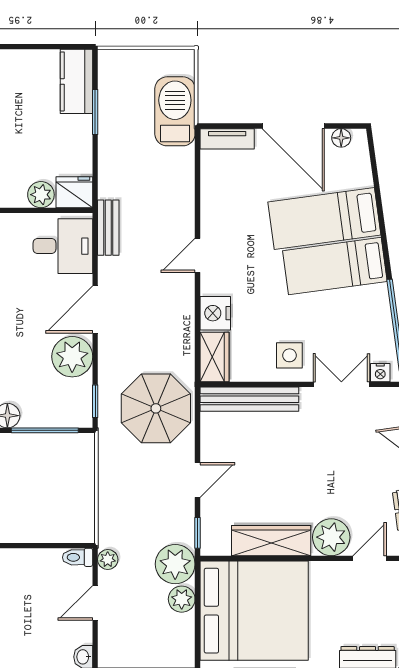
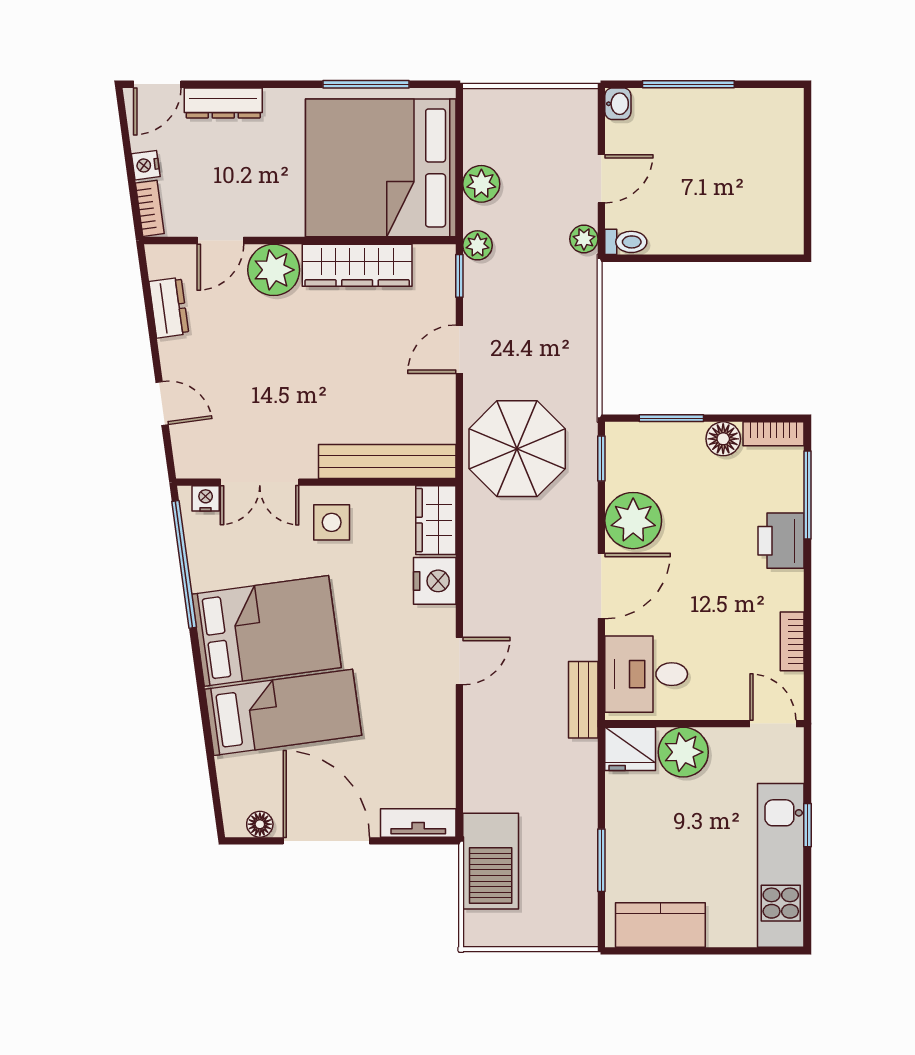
kitchen counter: (76, 81) -> (660, 925), moved, turned -90
plant: (41, 195) -> (683, 752), width x1.36, depth x1.36
bed: (335, 266) -> (266, 631), width x1.50
window: (45, 430) -> (671, 418), width x0.69
plant: (175, 564) -> (478, 245), width x0.53, depth x0.53

